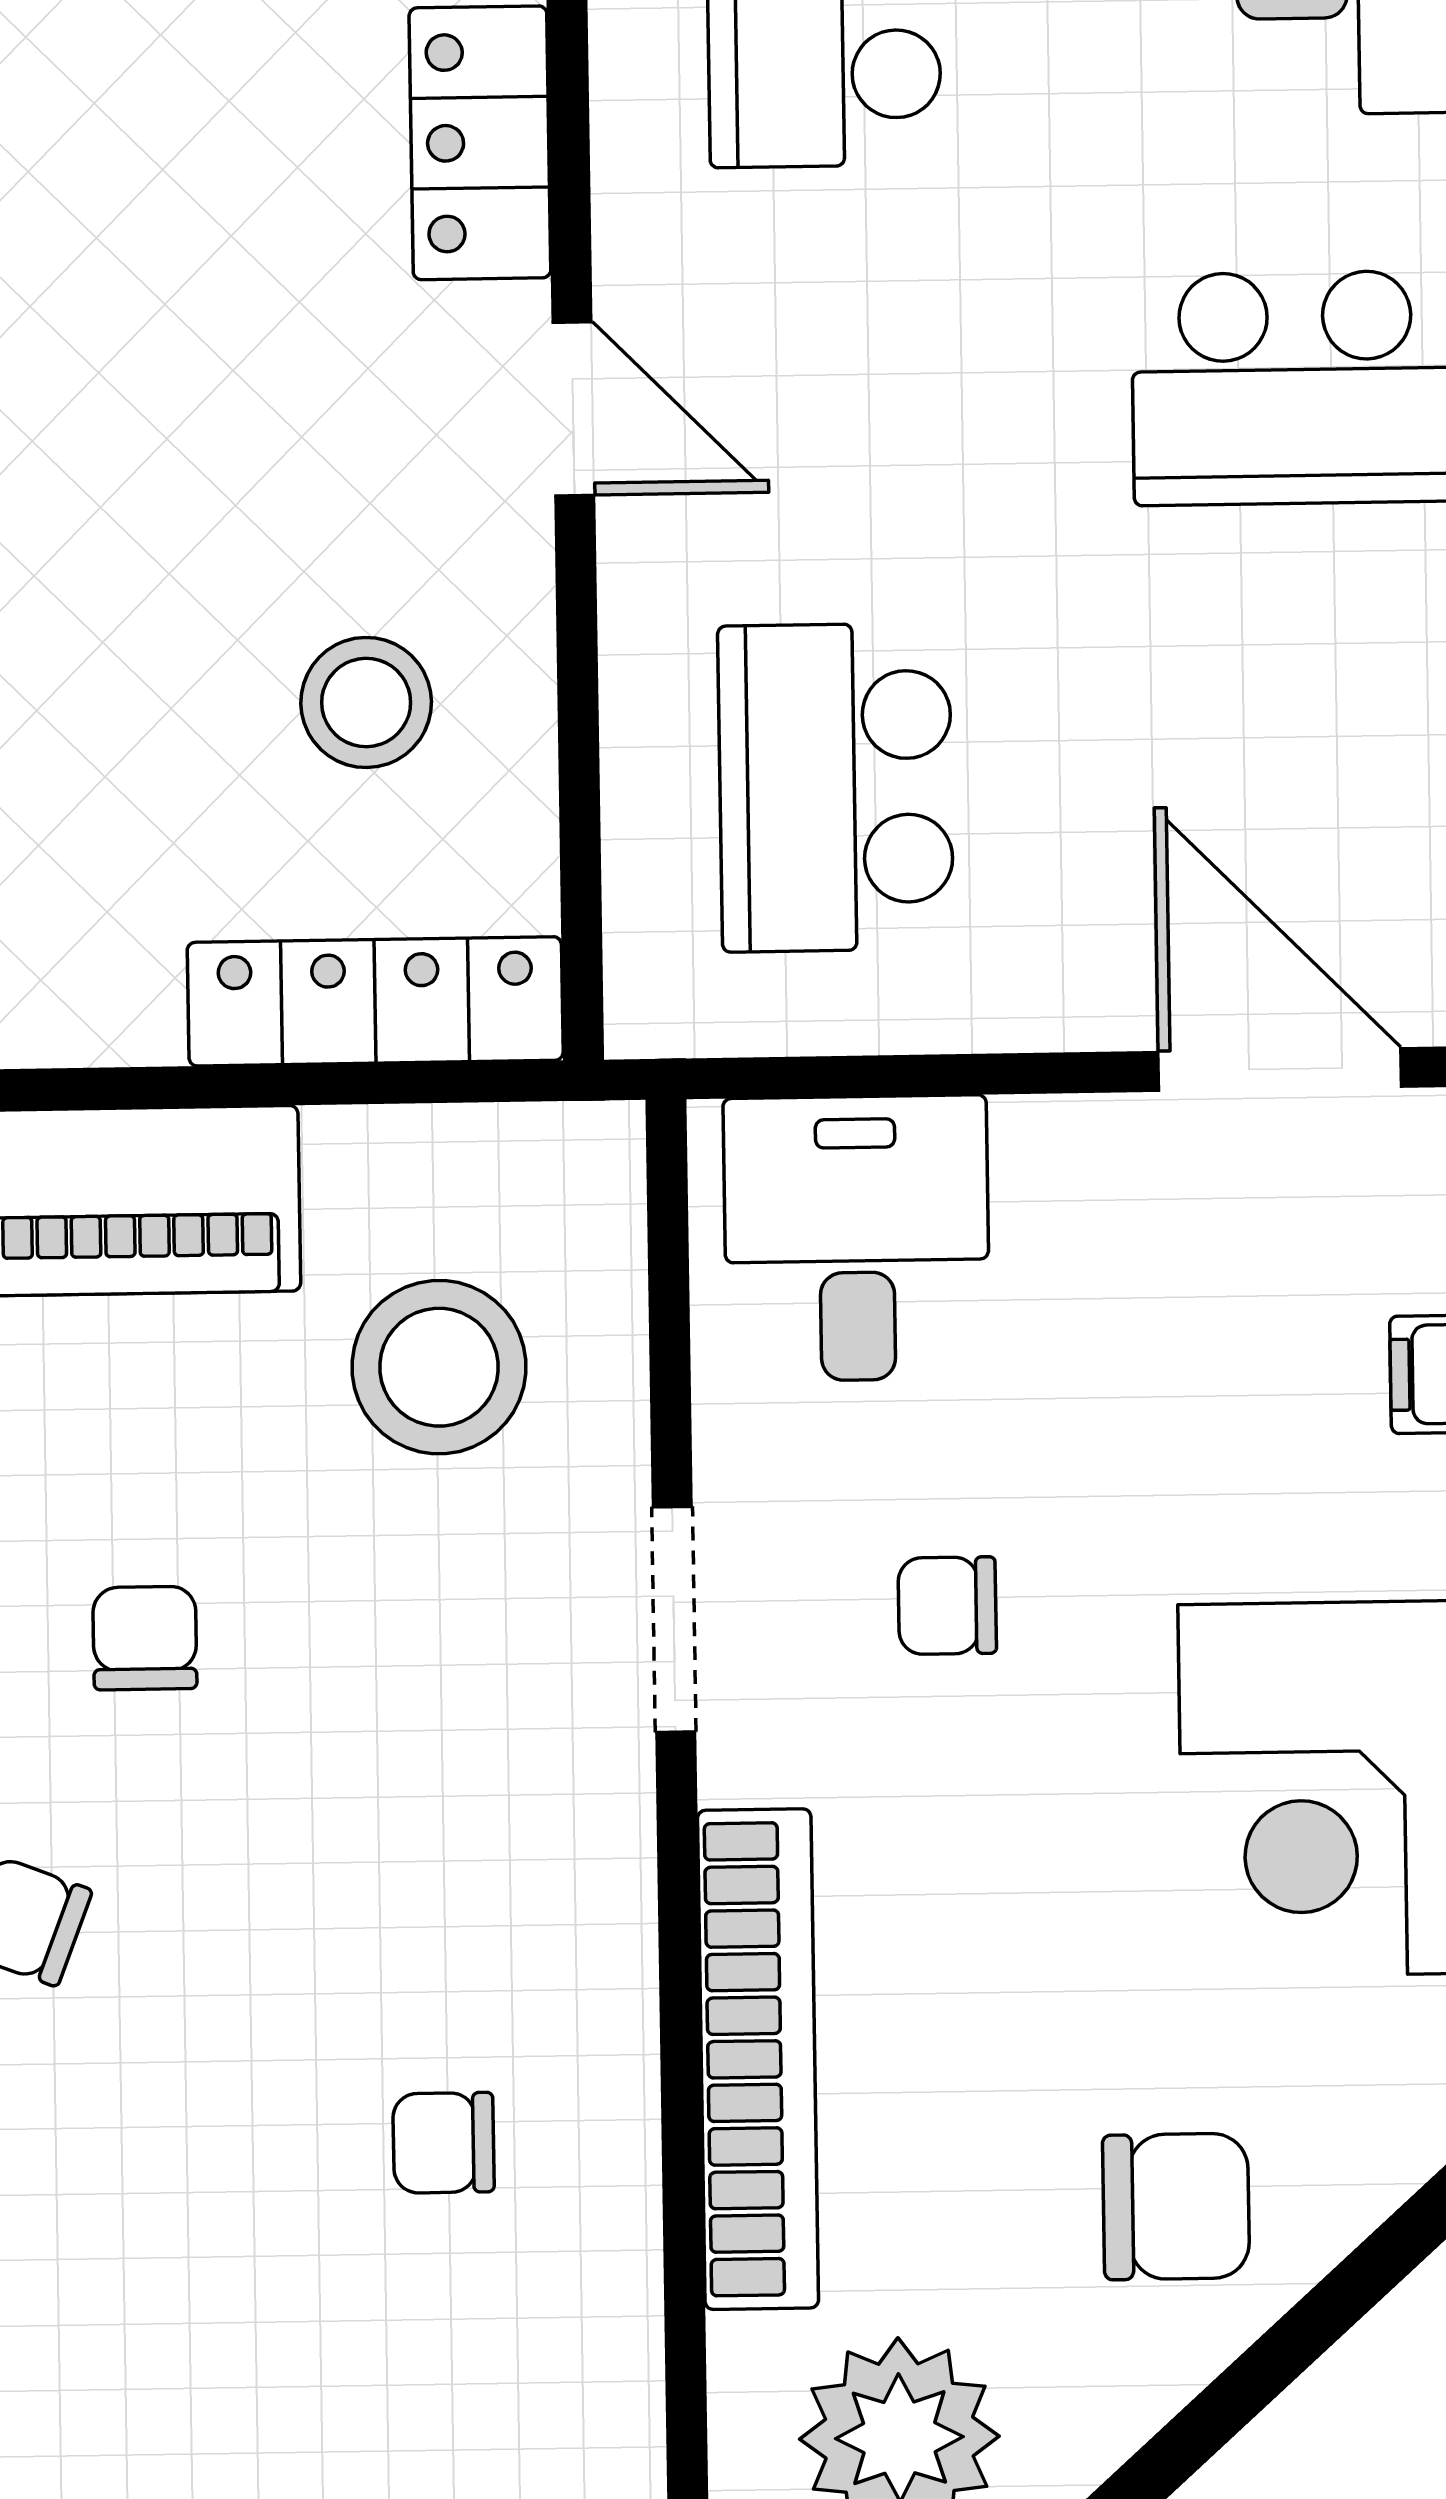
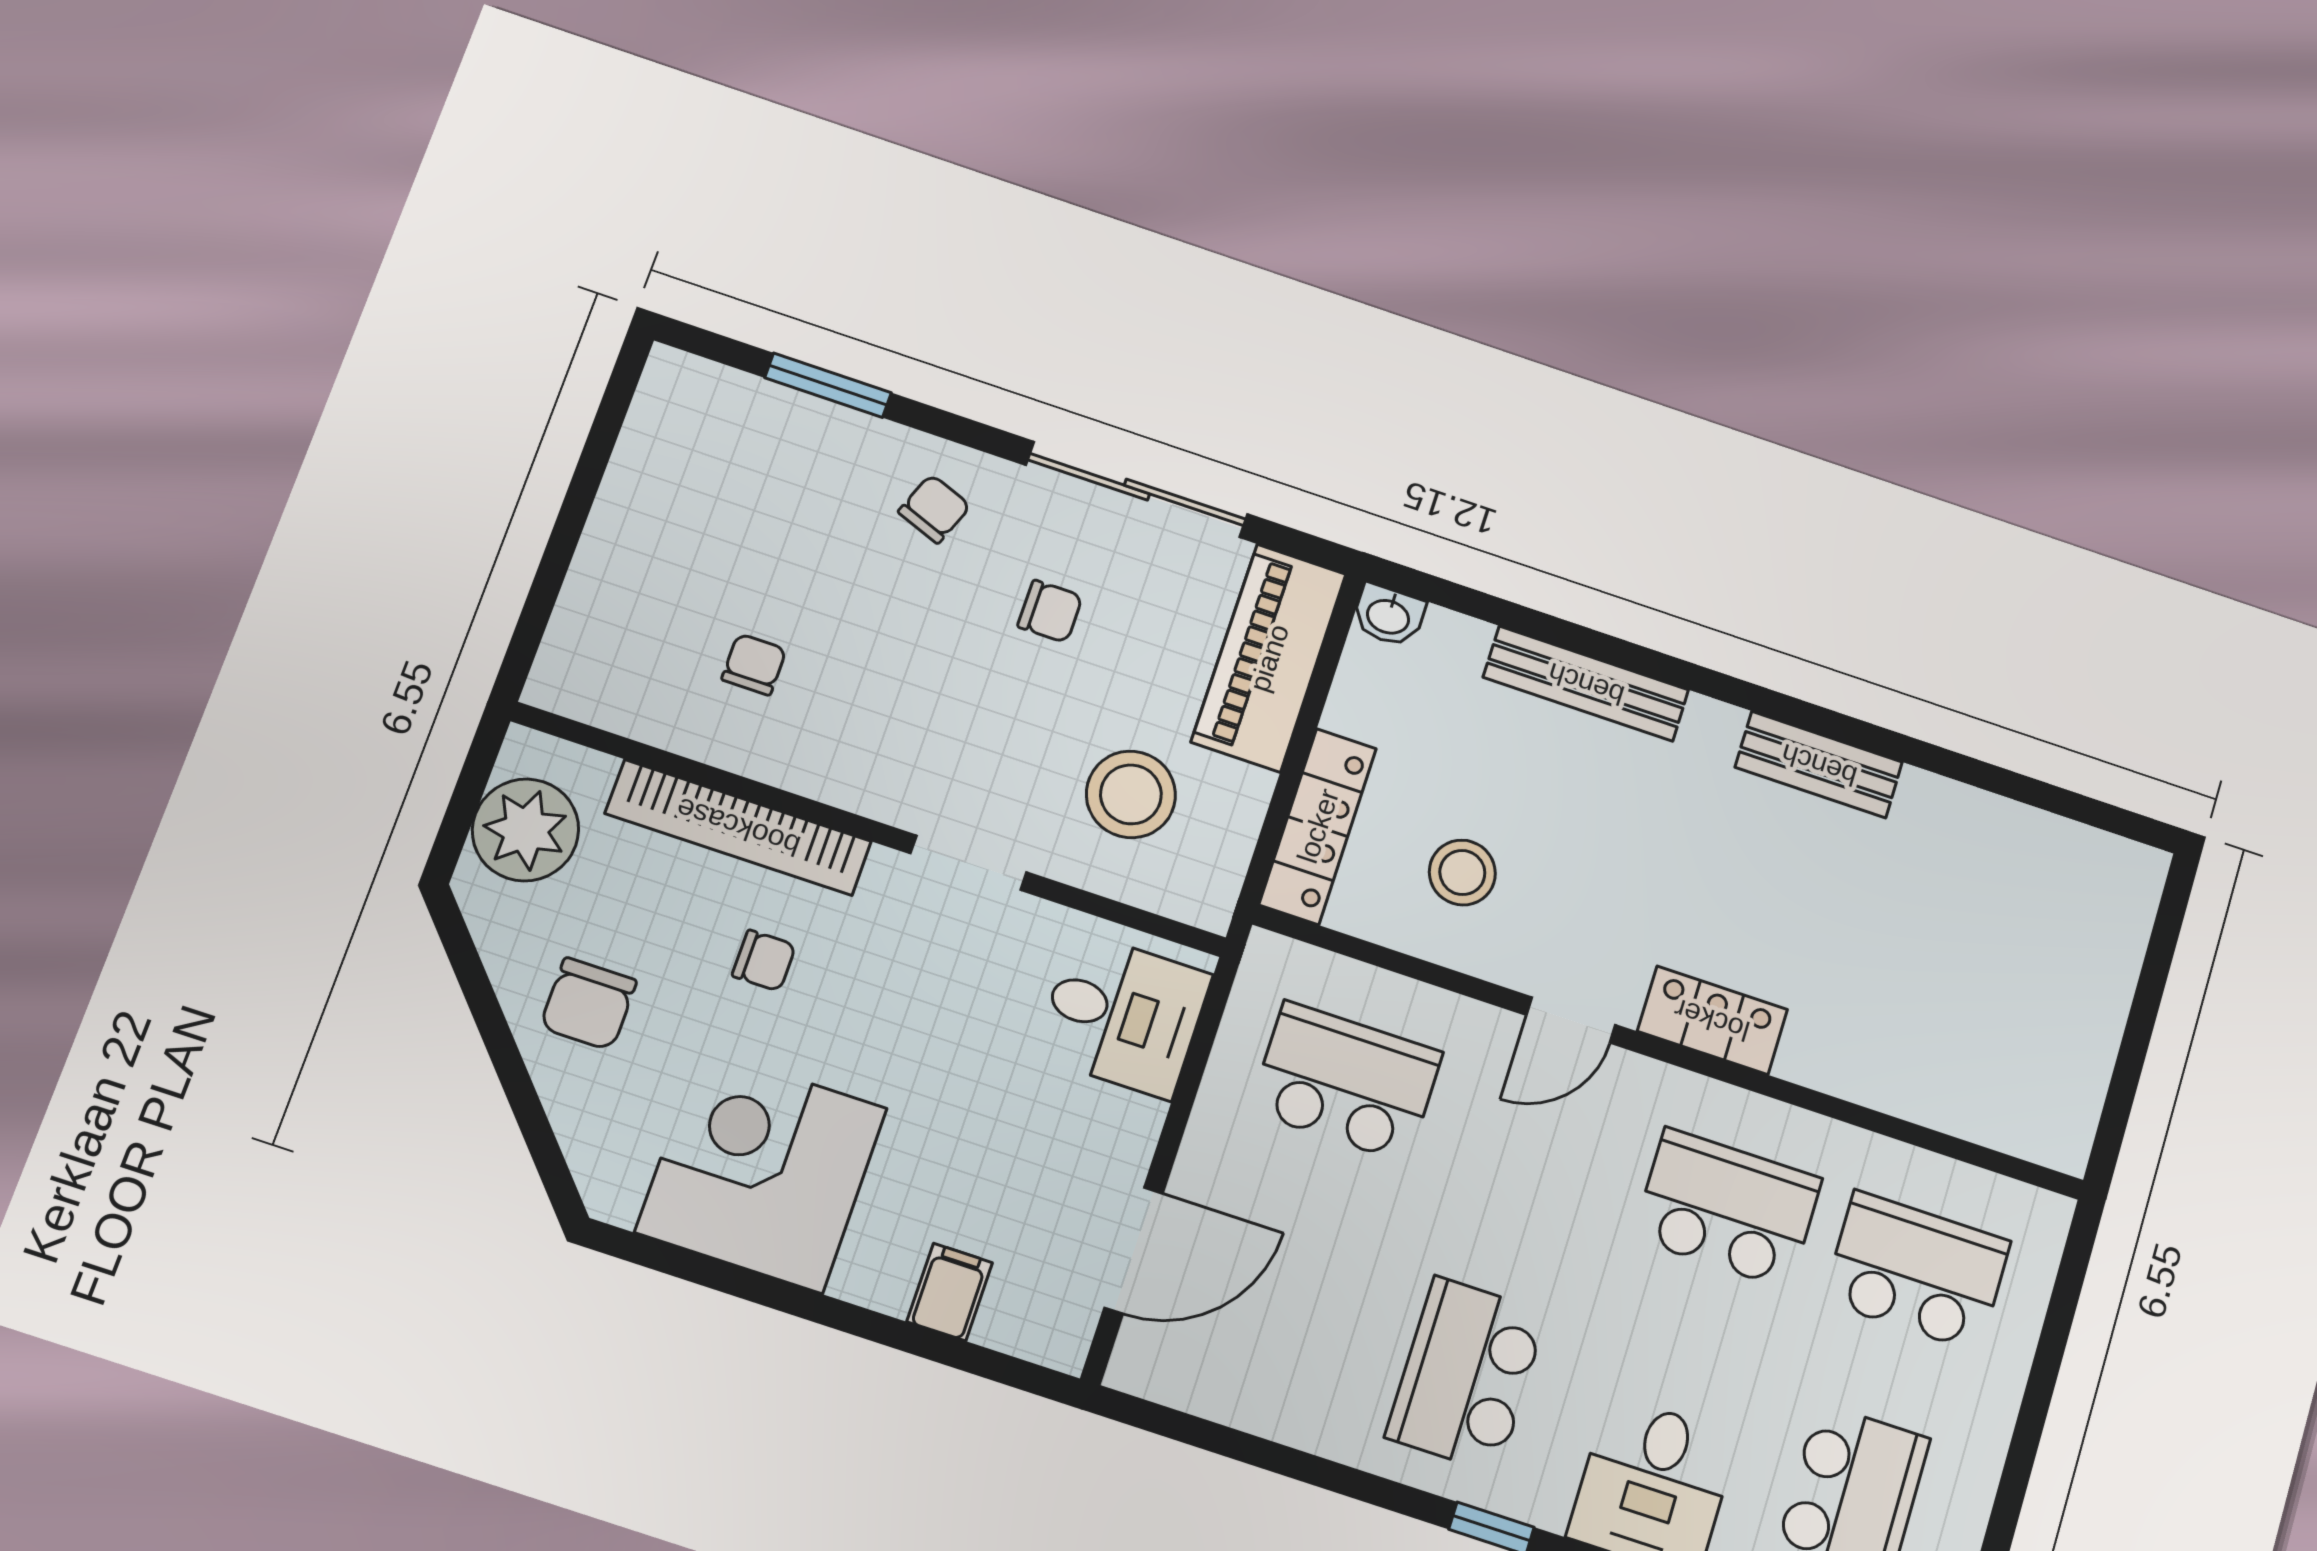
chair: (947, 1606) -> (764, 961), moved, turned 90

